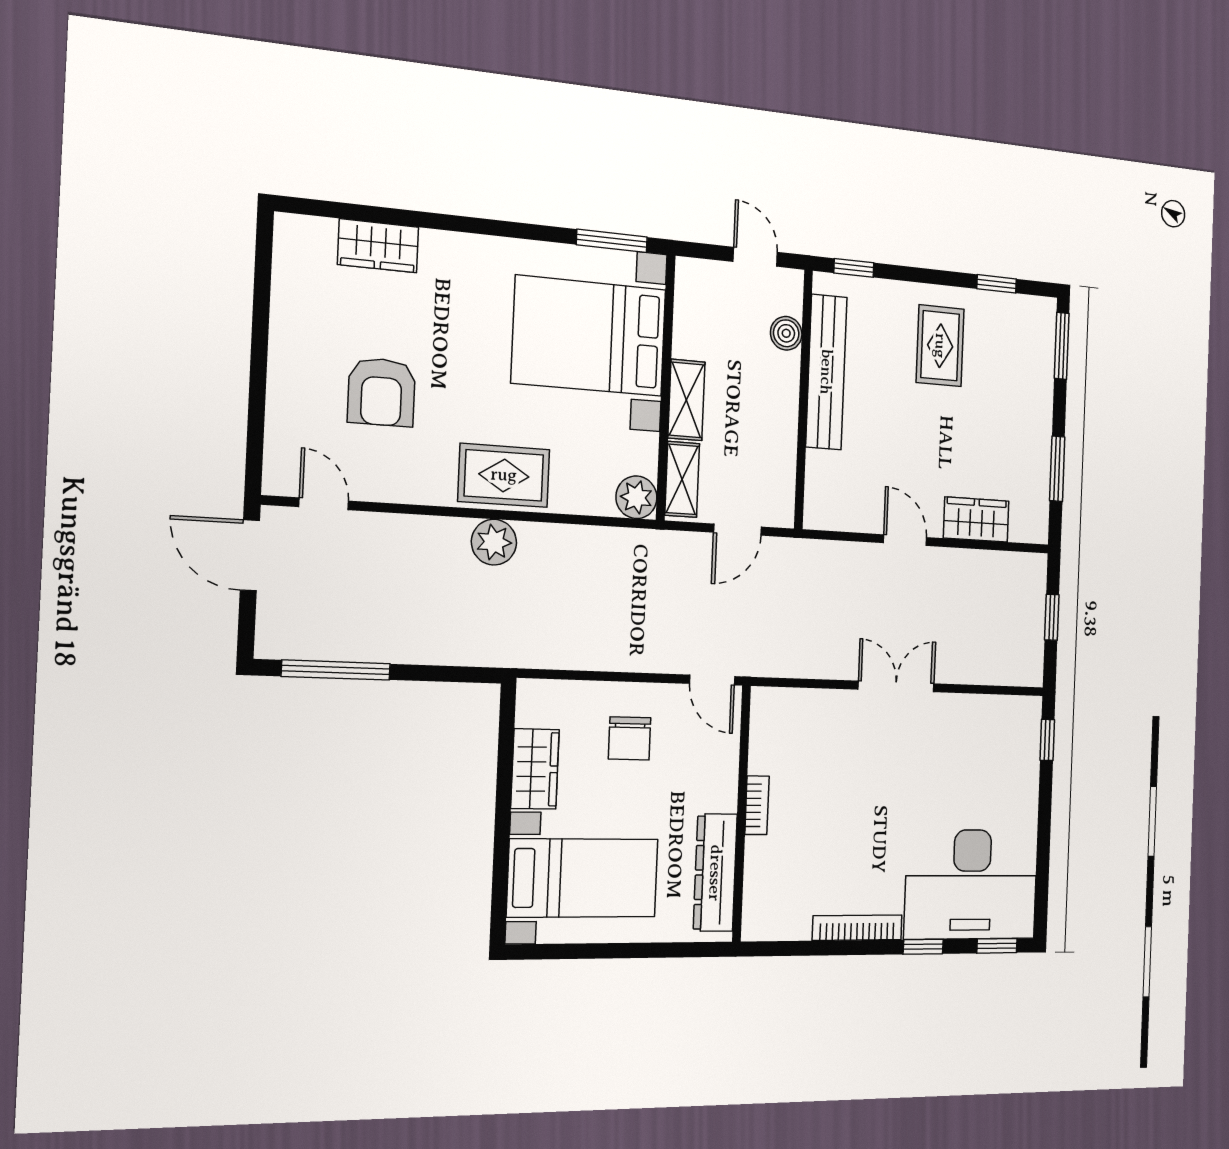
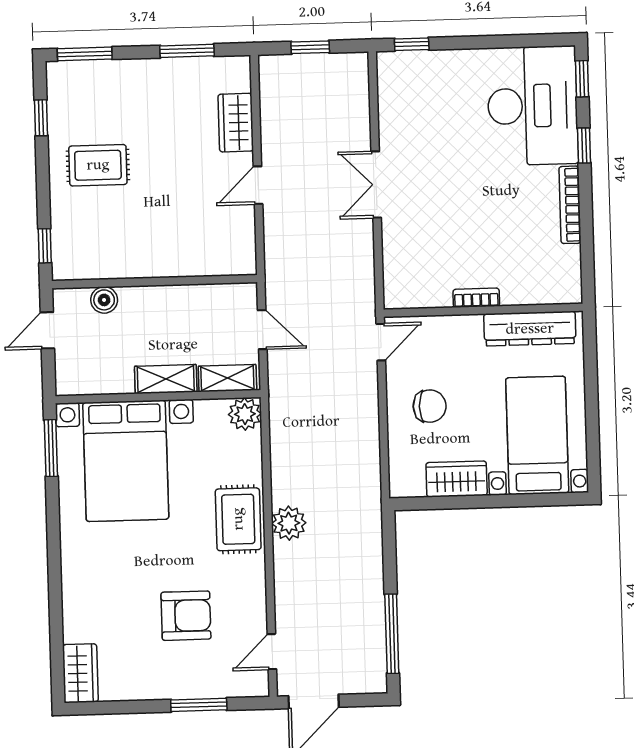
wardrobe: (378, 246) -> (80, 673), moved
bench: (826, 372) -> (131, 264), removed
window: (257, 396) -> (199, 705), added

